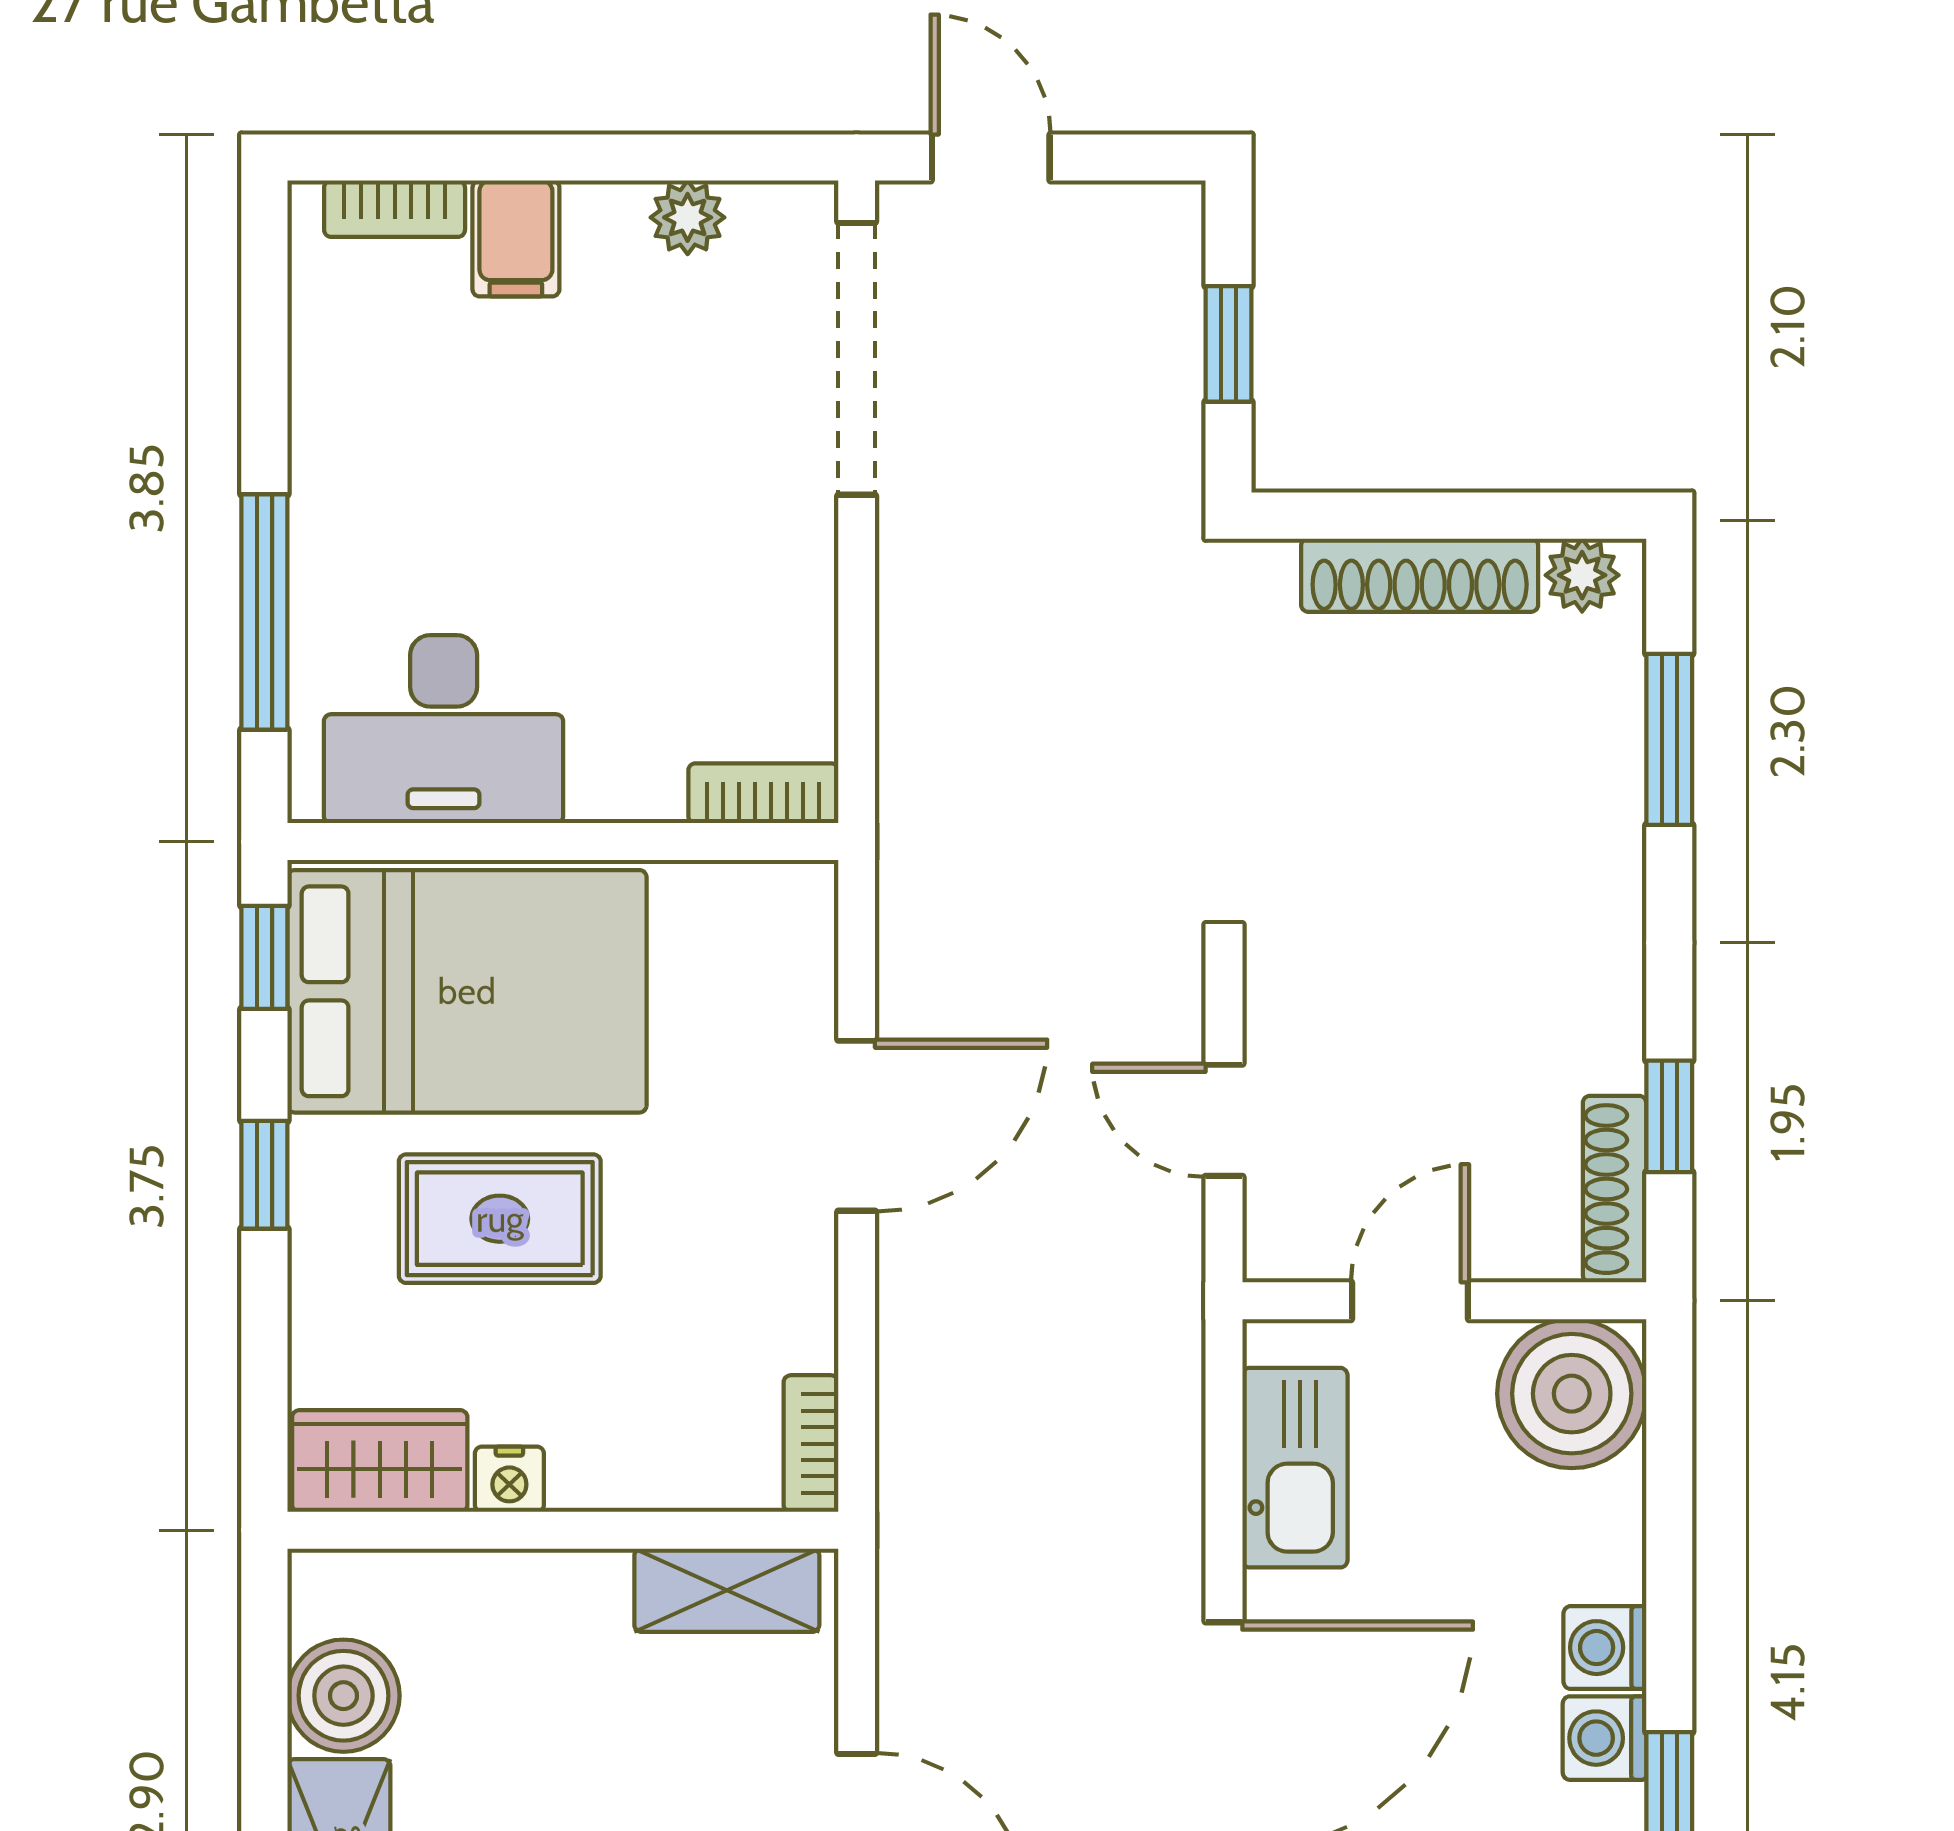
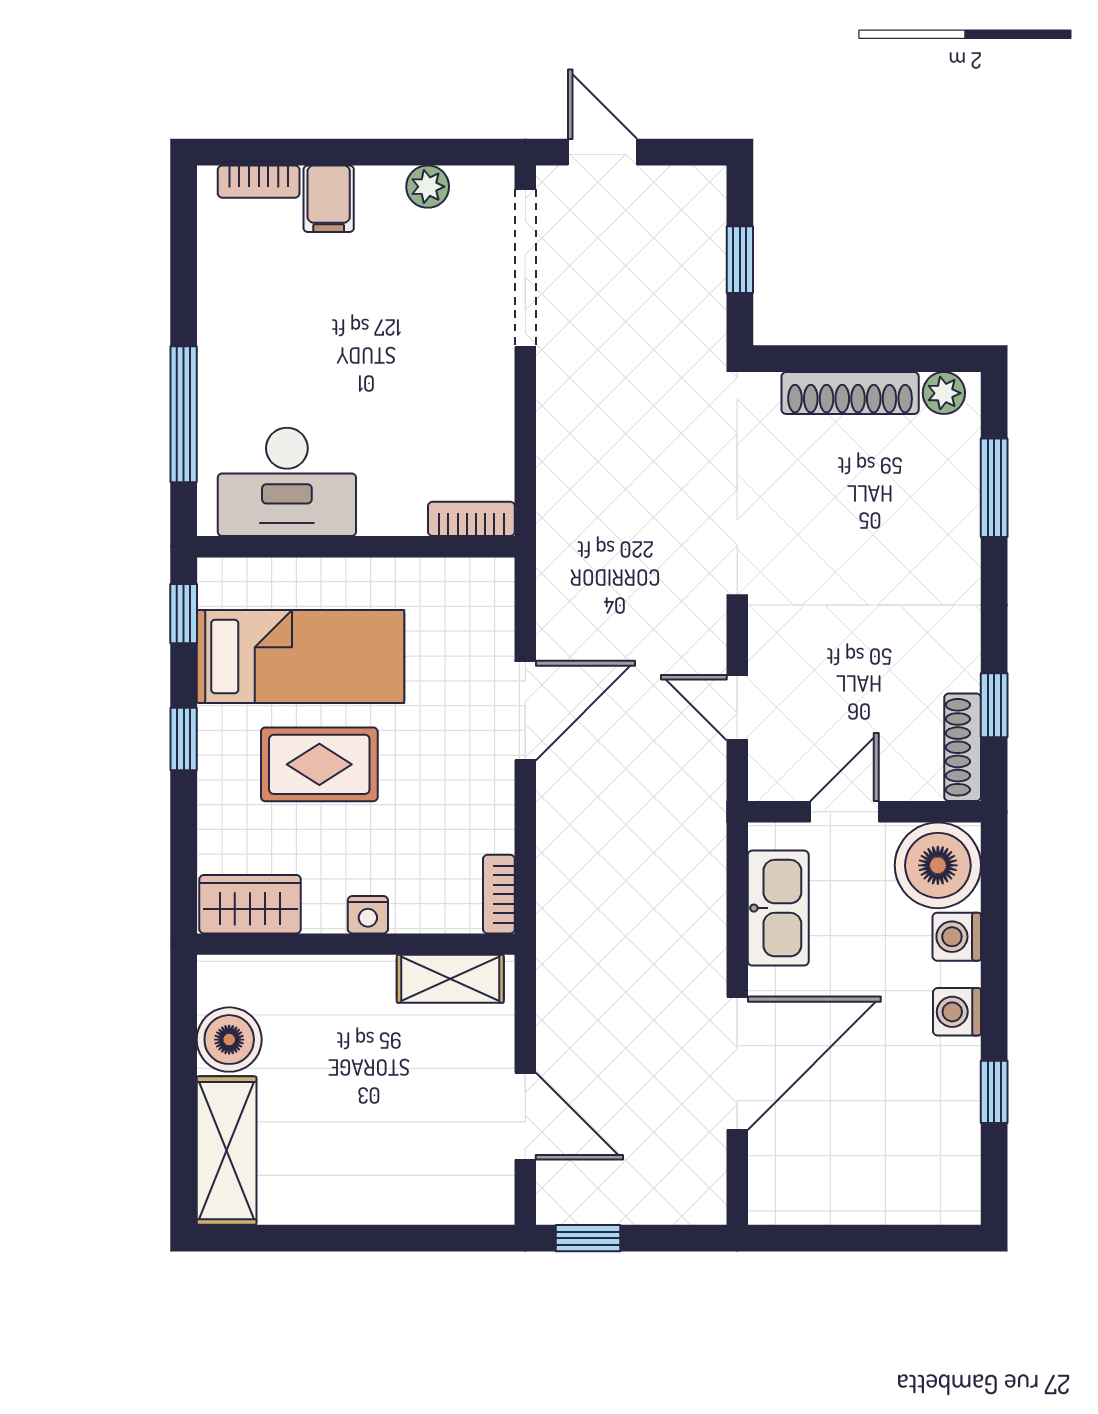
bed: (467, 991) -> (300, 656), width x0.67
nightstand: (509, 1479) -> (368, 915), moved
washing machine: (1604, 1738) -> (957, 937), moved

